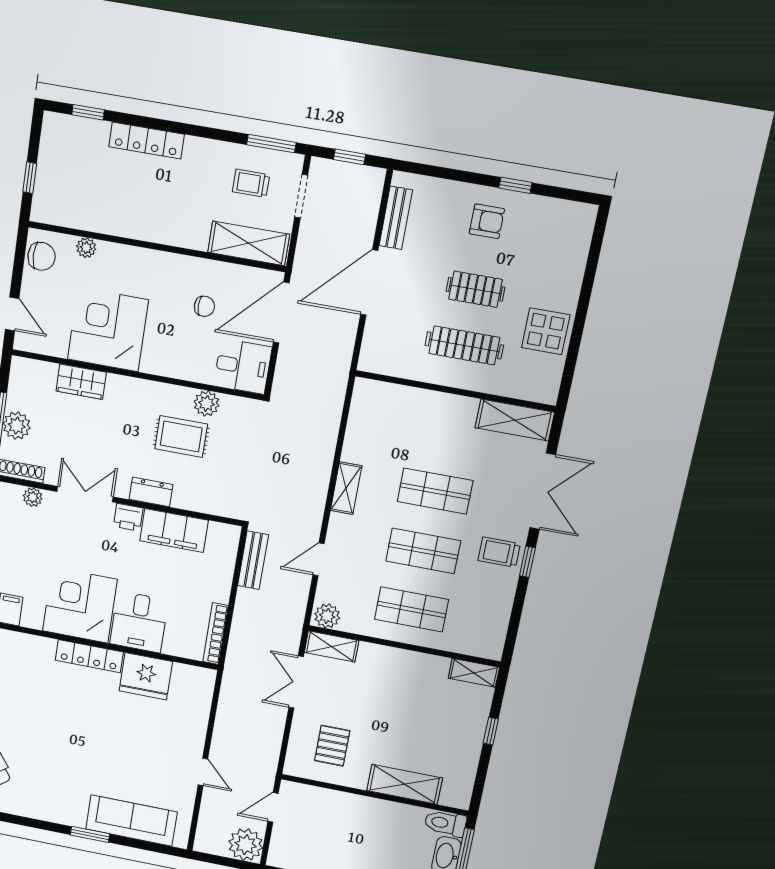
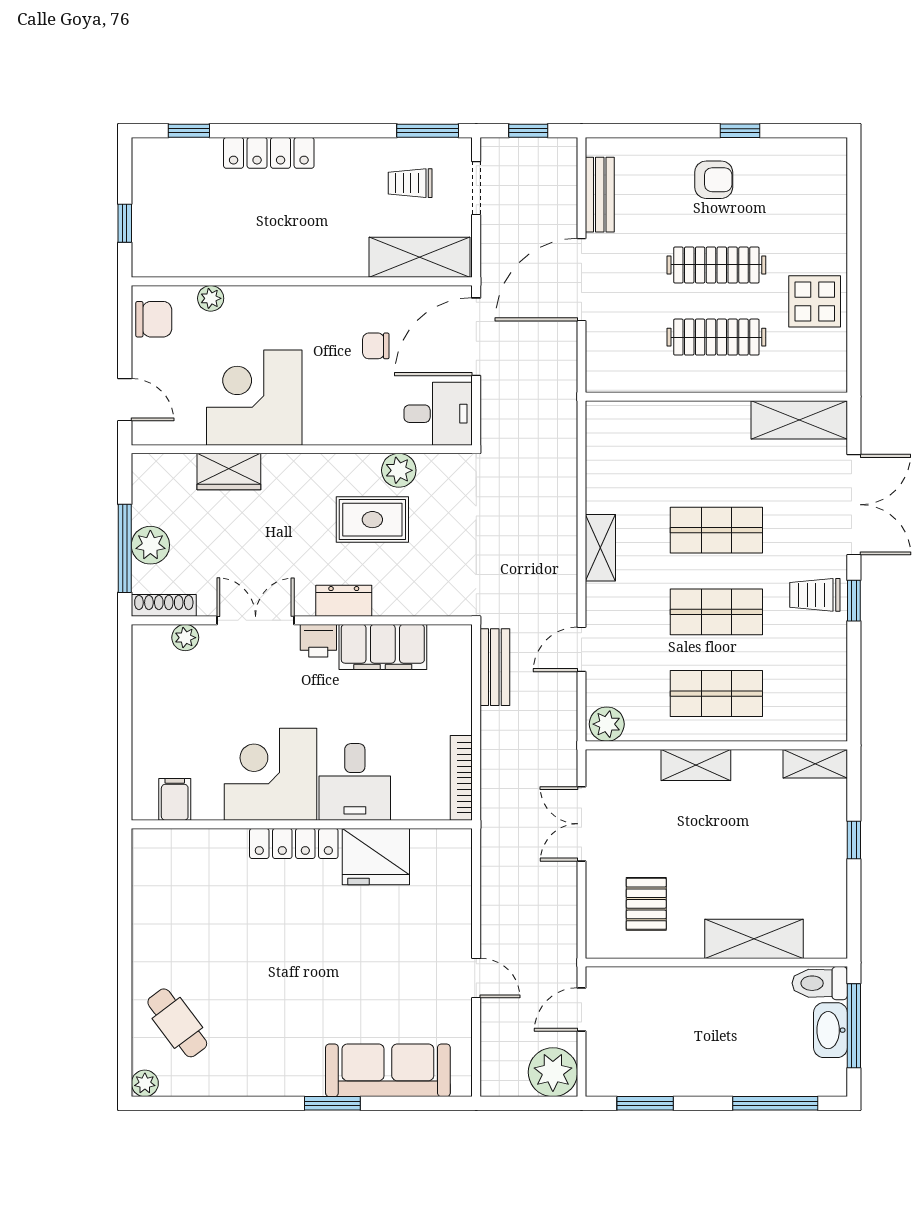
clothes rail: (475, 289) -> (716, 265), width x1.36
chair: (204, 306) -> (376, 346), turned 180
shelving: (332, 646) -> (696, 765), moved

